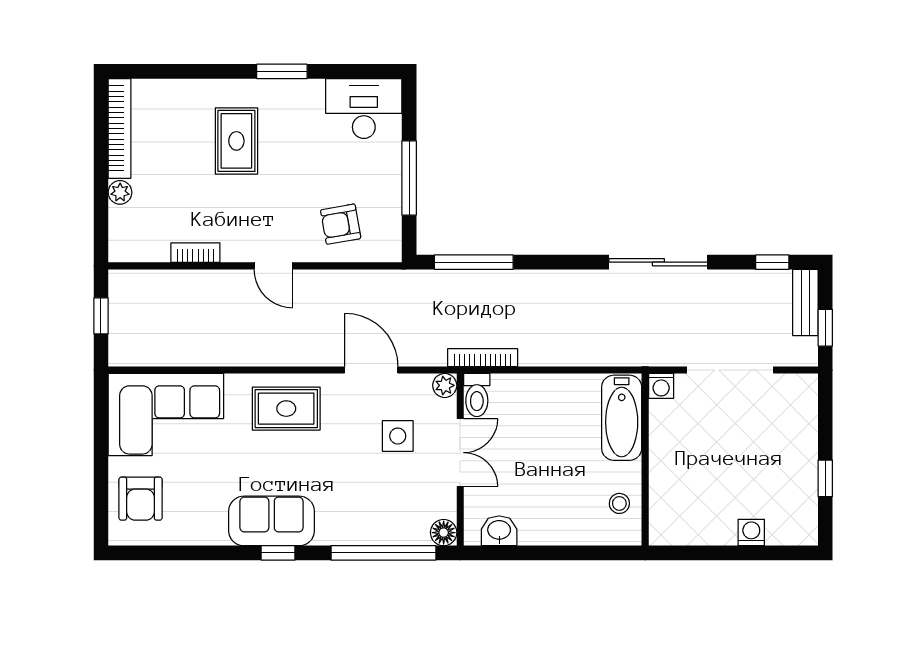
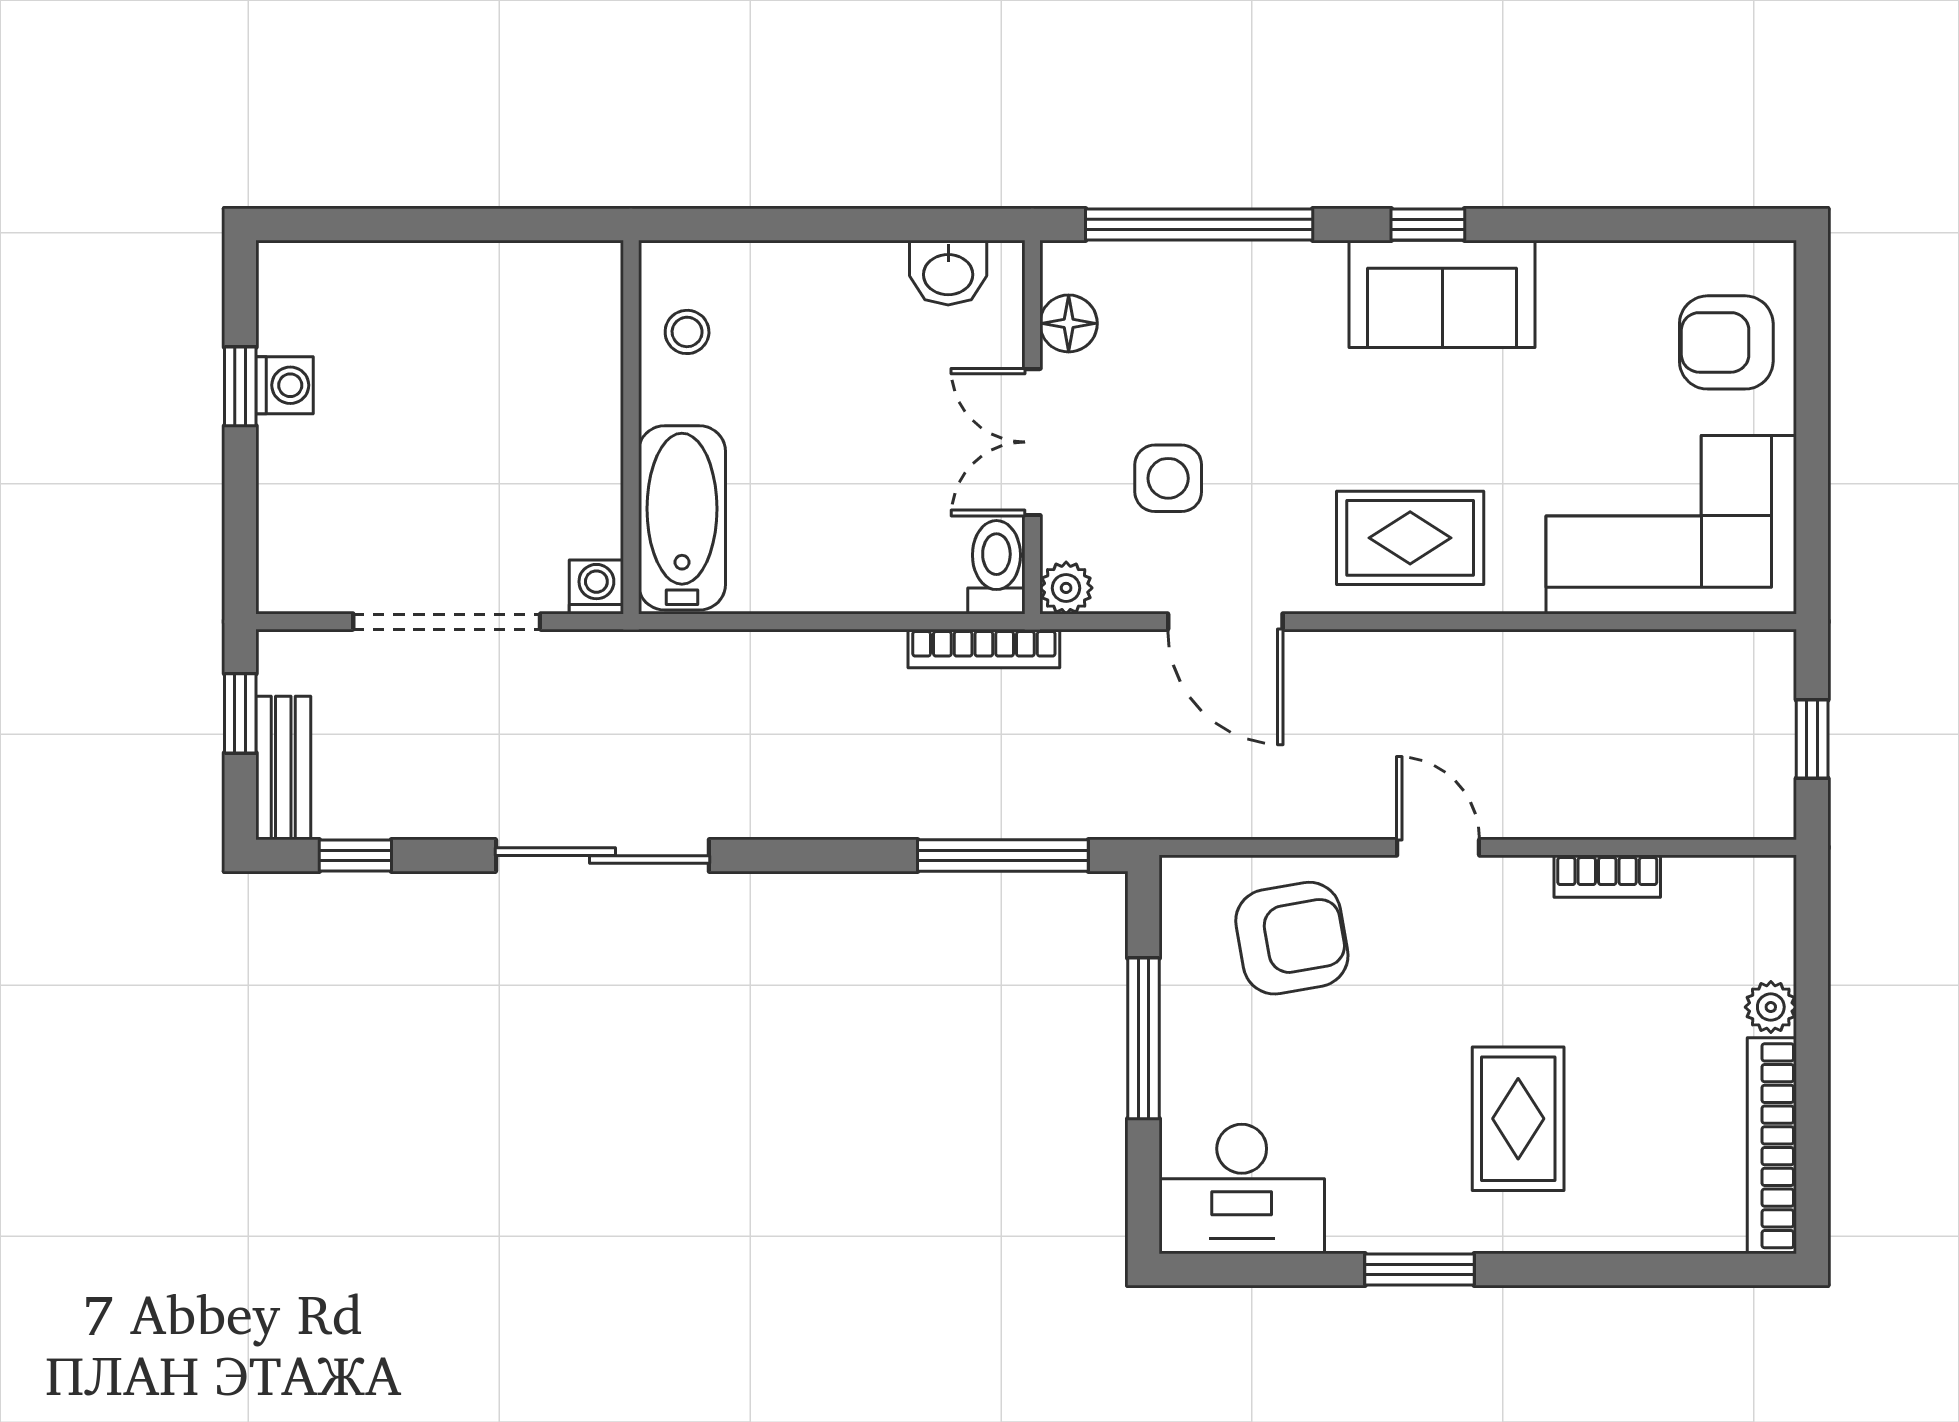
armchair: (341, 224) -> (1292, 938), width x1.38, depth x1.38
armchair: (141, 499) -> (1726, 342), turned -90
floor lamp: (444, 533) -> (1069, 323), moved
washing machine: (751, 533) -> (285, 385), moved, turned -90

